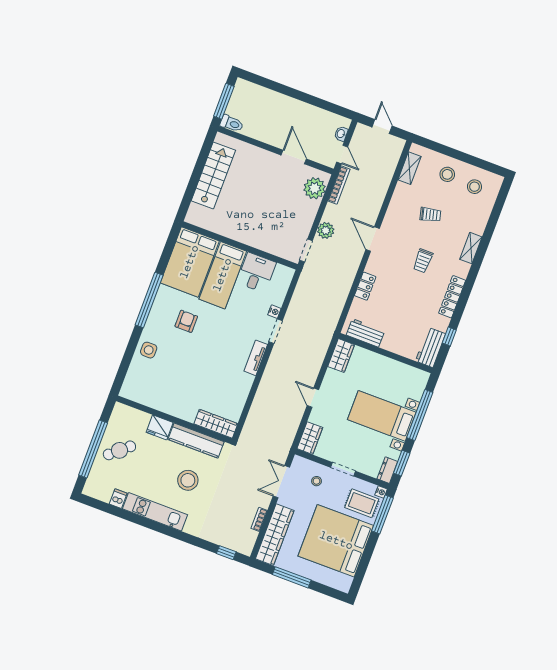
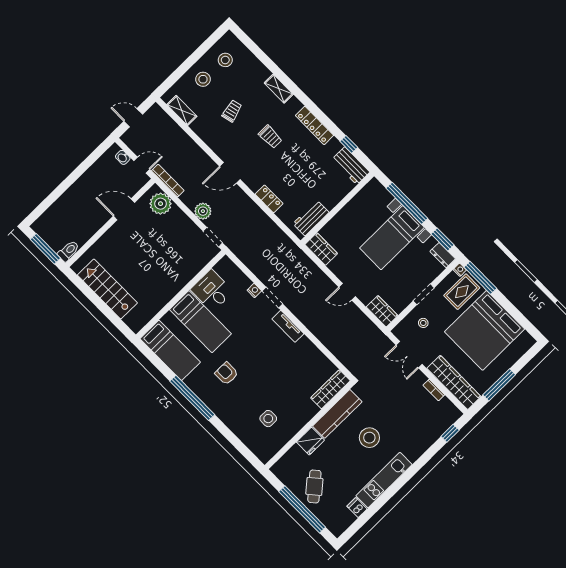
bed: (190, 262) -> (170, 350), width x0.67
side table: (149, 350) -> (268, 419), moved

